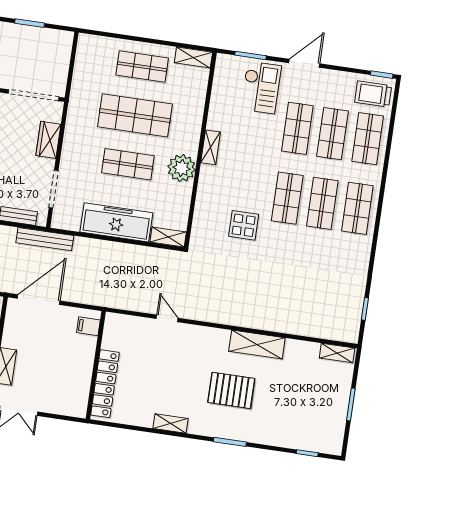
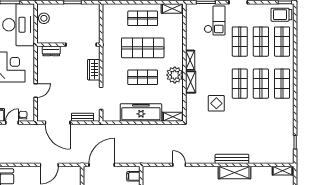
shelving: (206, 184) -> (191, 82), added
bench: (45, 239) -> (232, 159), moved

